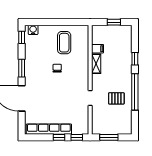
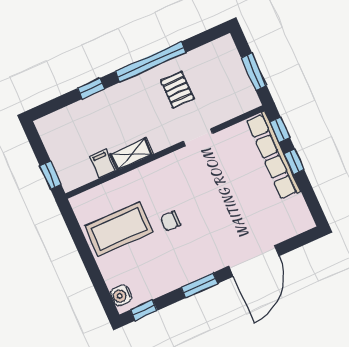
window: (114, 22) -> (51, 175), moved
coffee table: (64, 43) -> (119, 229), width x1.36, depth x1.32
row of seats: (49, 129) -> (273, 156), moved

